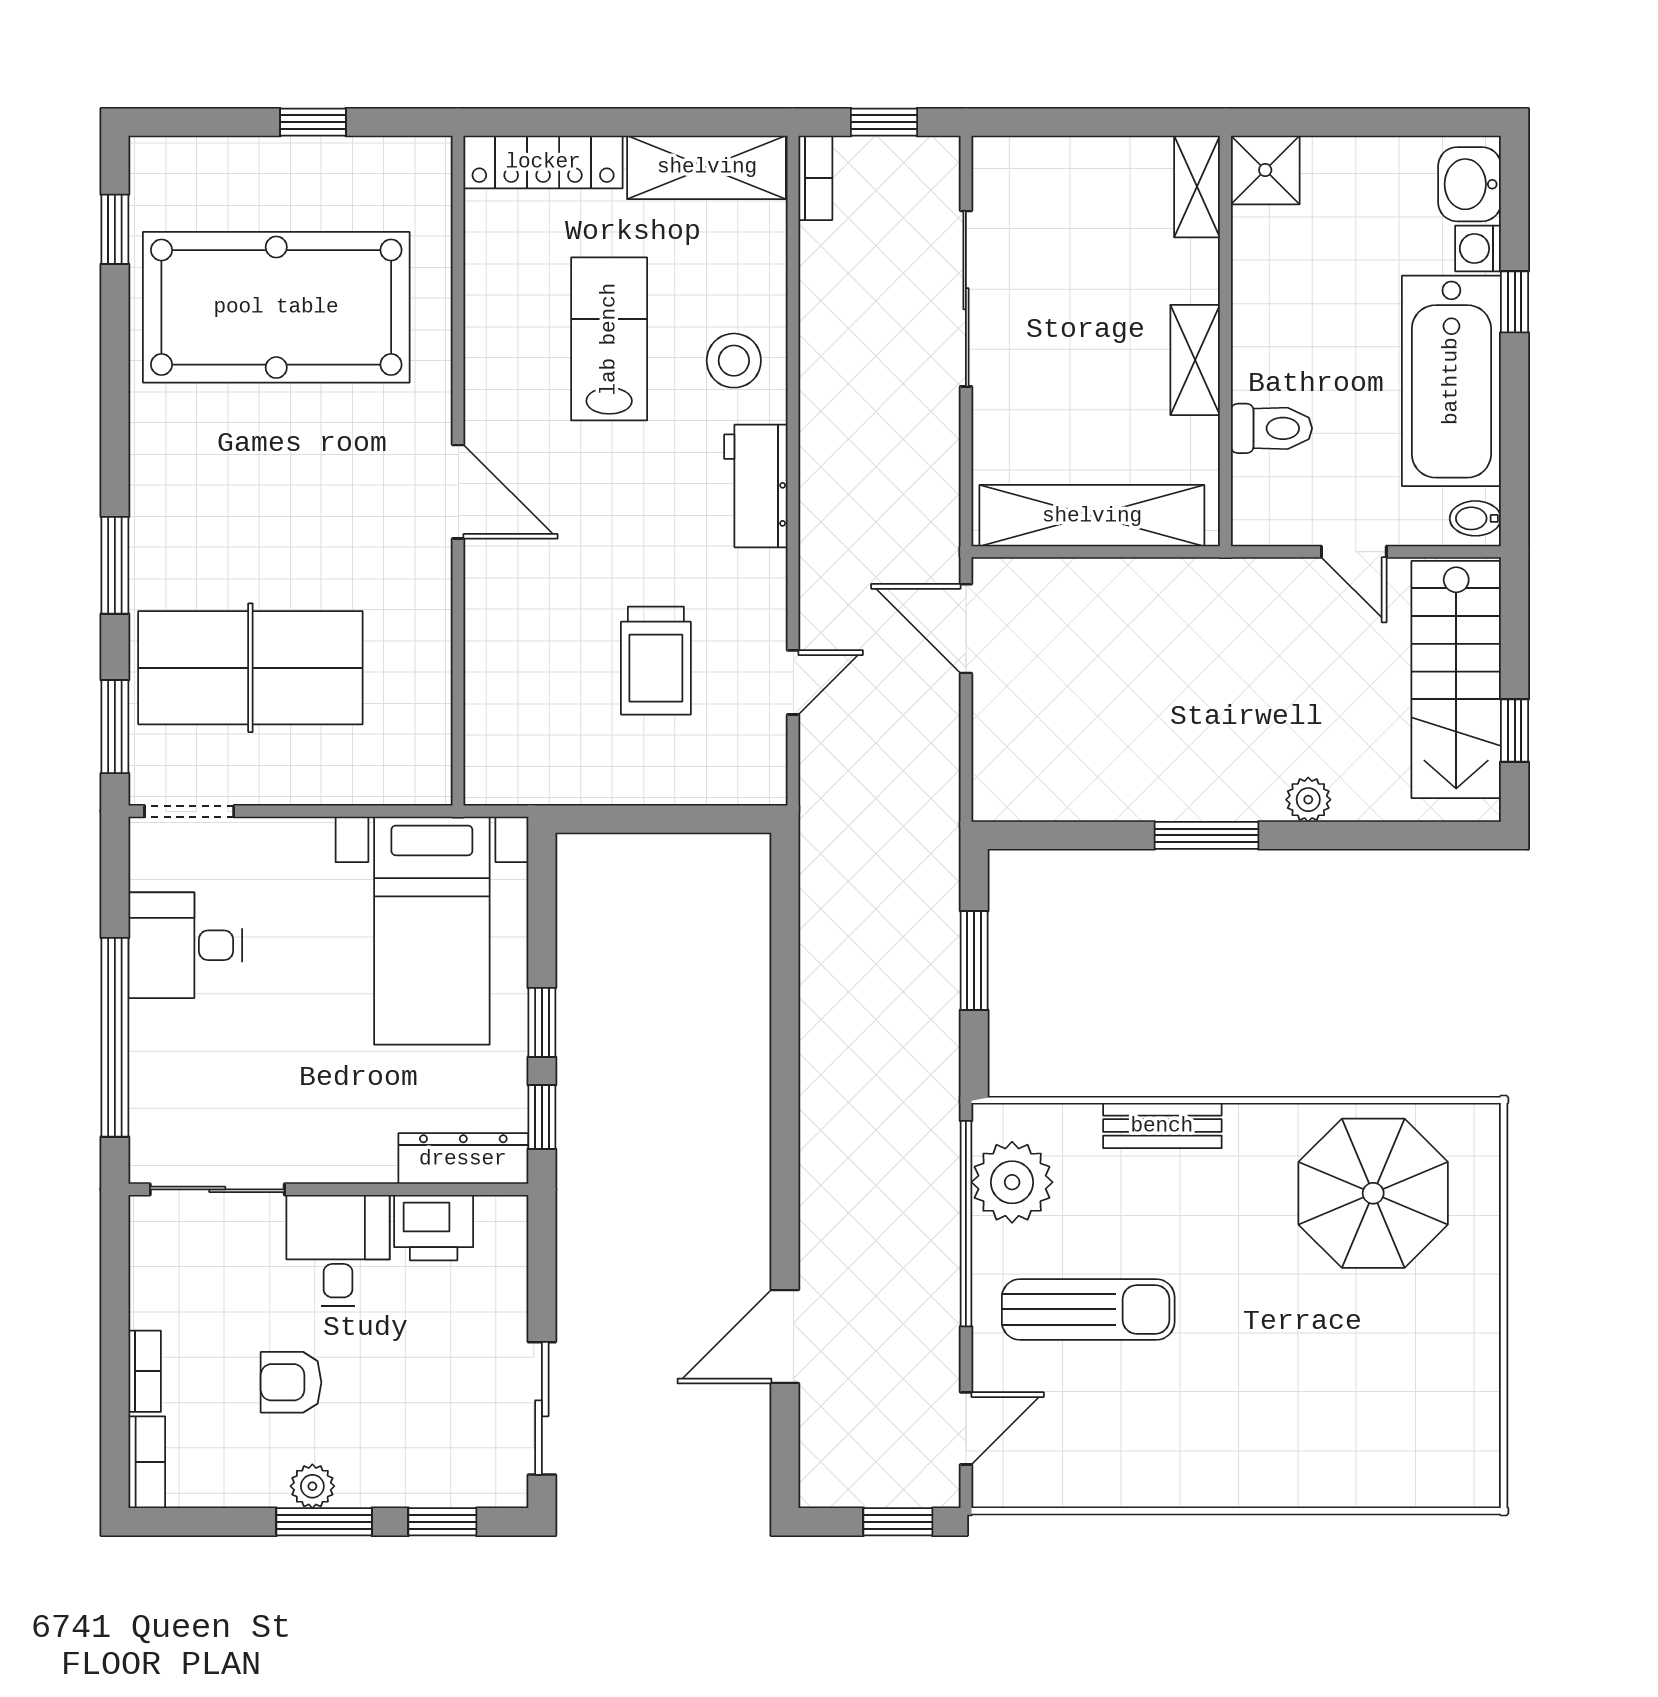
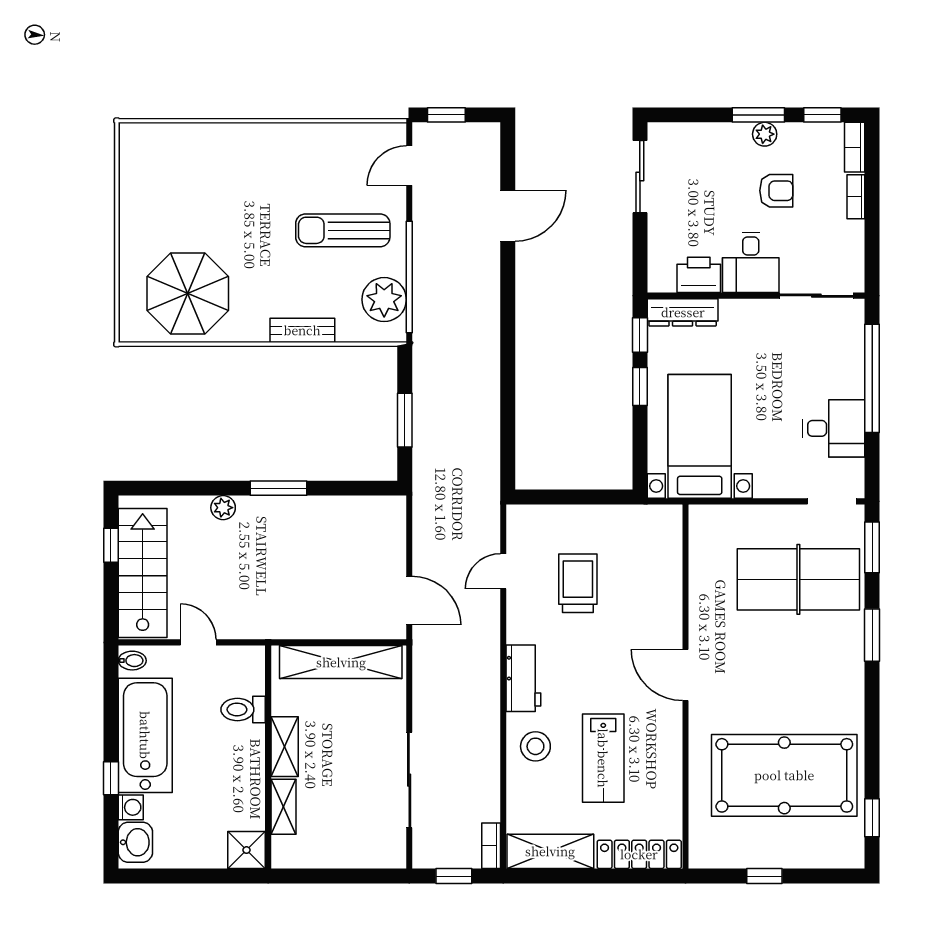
shelving: (1197, 186) -> (284, 807), moved
window: (442, 1522) -> (822, 115), moved

